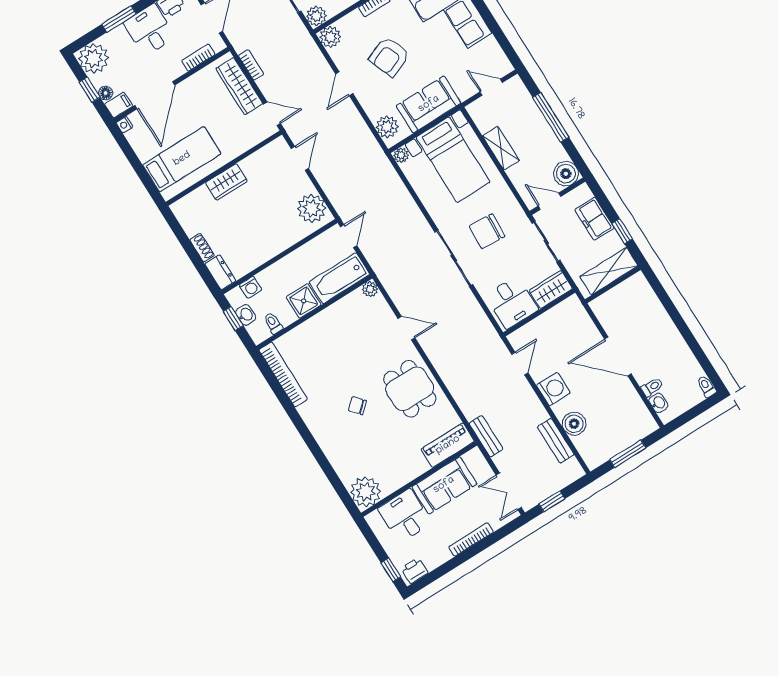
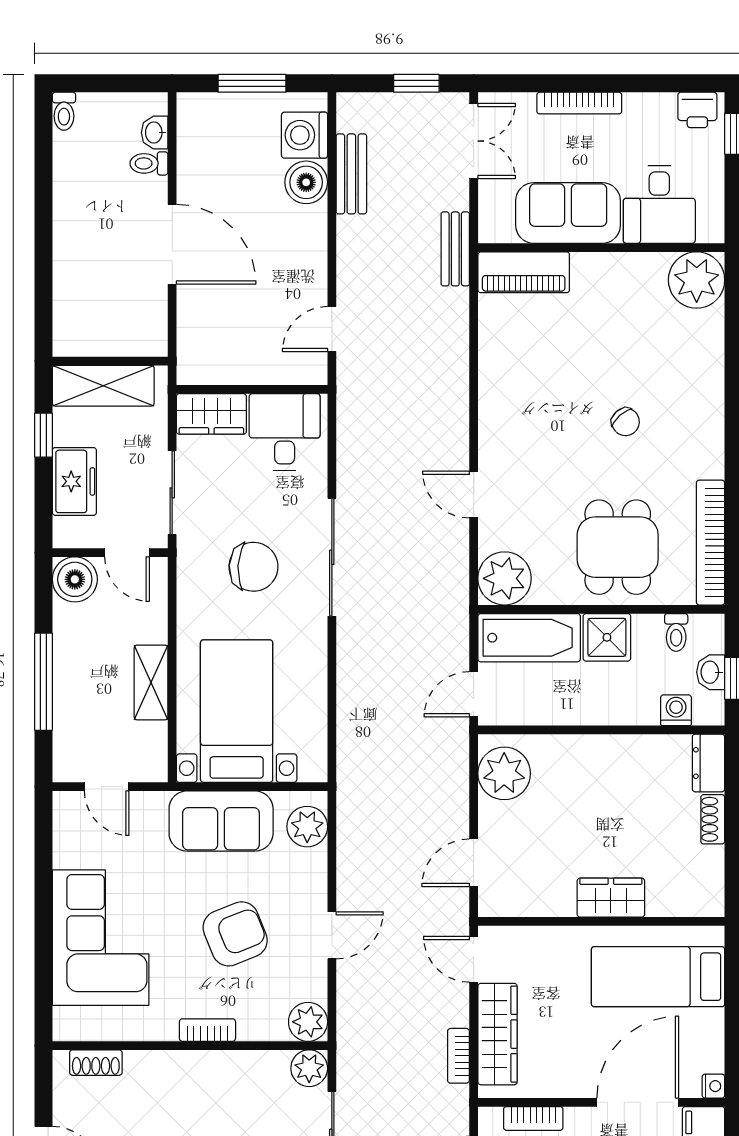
plant: (401, 155) -> (313, 769), removed
plant: (370, 289) -> (505, 578), width x1.87, depth x1.87
dining table: (410, 389) -> (618, 547), moved
washing machine: (553, 389) -> (304, 135), moved

